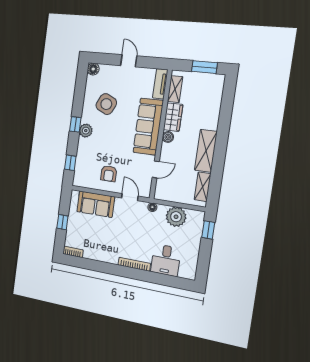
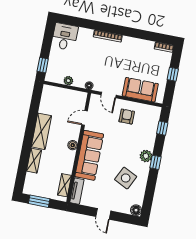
wardrobe: (173, 117) -> (67, 162), removed
shelving: (203, 187) -> (34, 161), moved
plant: (176, 217) -> (68, 81), width x0.53, depth x0.53
desk: (166, 260) -> (65, 37), moved

